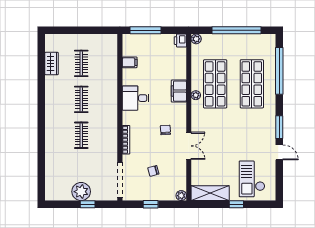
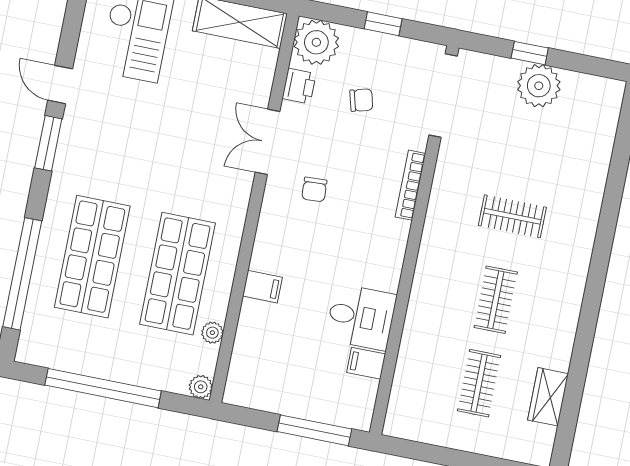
printer: (180, 41) -> (299, 86), moved
filing cabinet: (179, 91) -> (262, 287), width x0.50
plant: (196, 95) -> (212, 333), moved
desk: (136, 98) -> (361, 317), moved
clothes rail: (81, 135) -> (512, 216), turned 90
plant: (181, 196) -> (316, 42), width x1.87, depth x1.87

